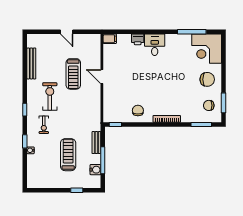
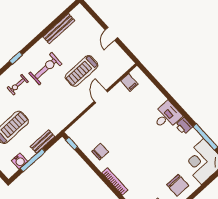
filing cabinet: (110, 39) -> (129, 82), moved
printer: (138, 39) -> (184, 126), moved

